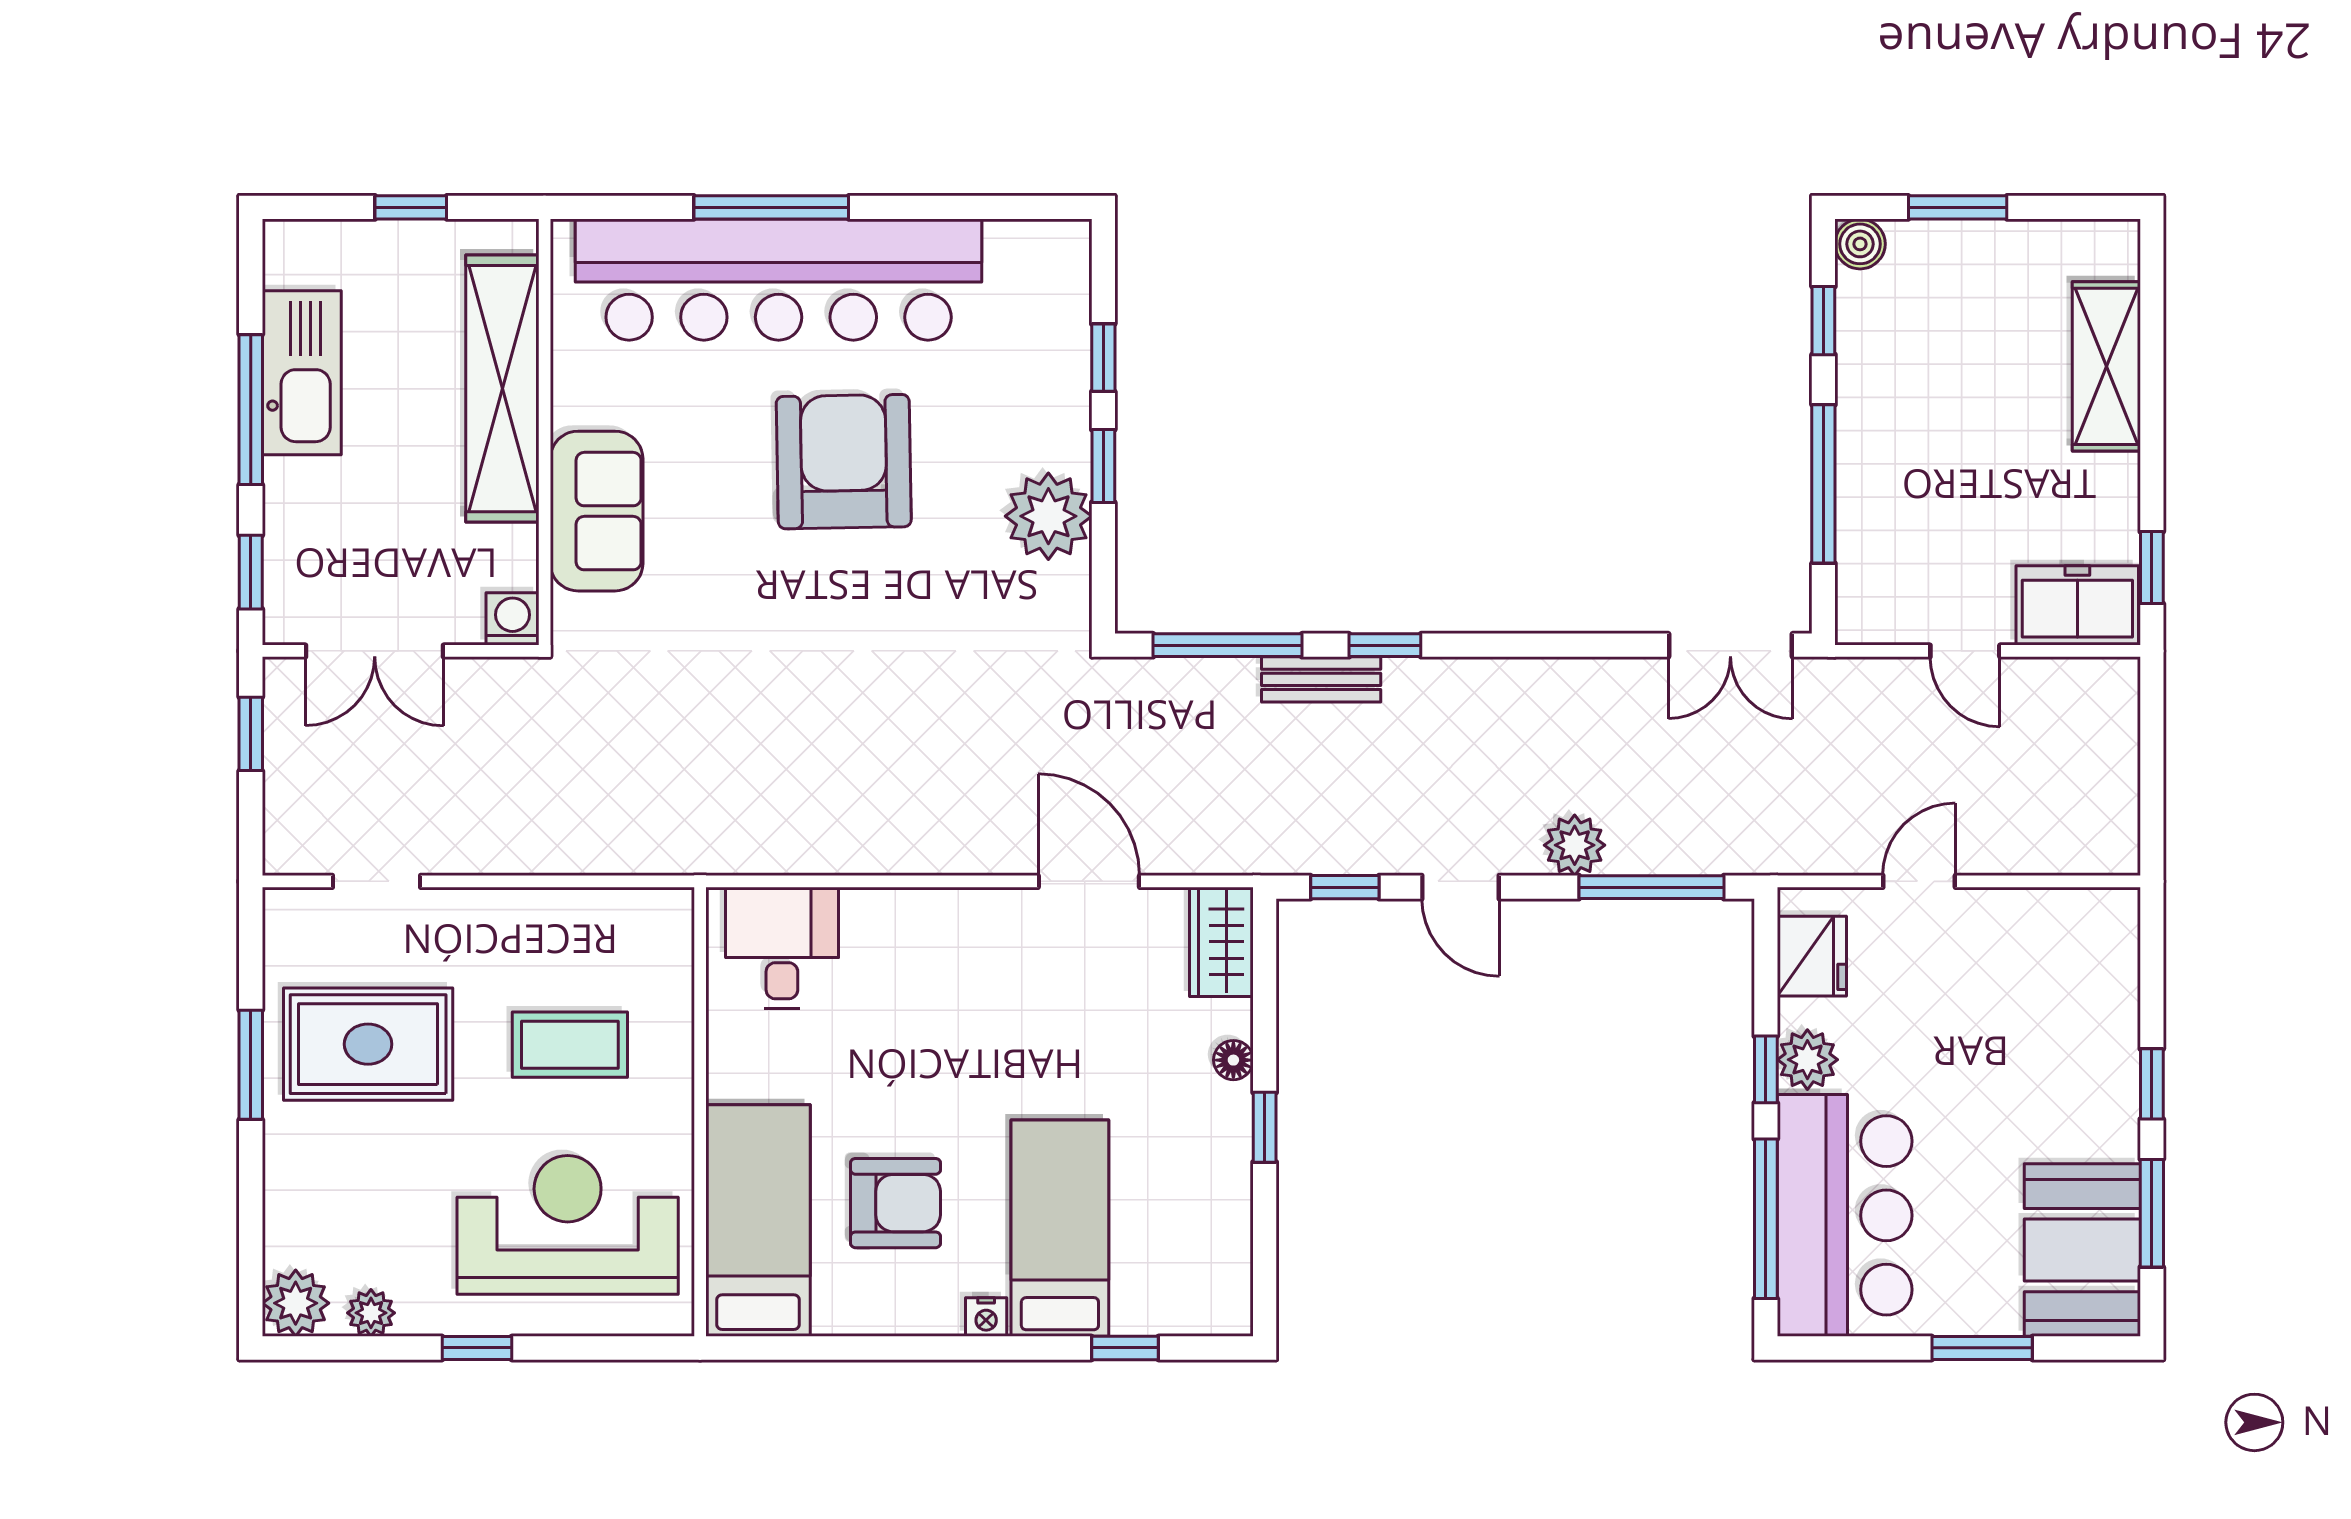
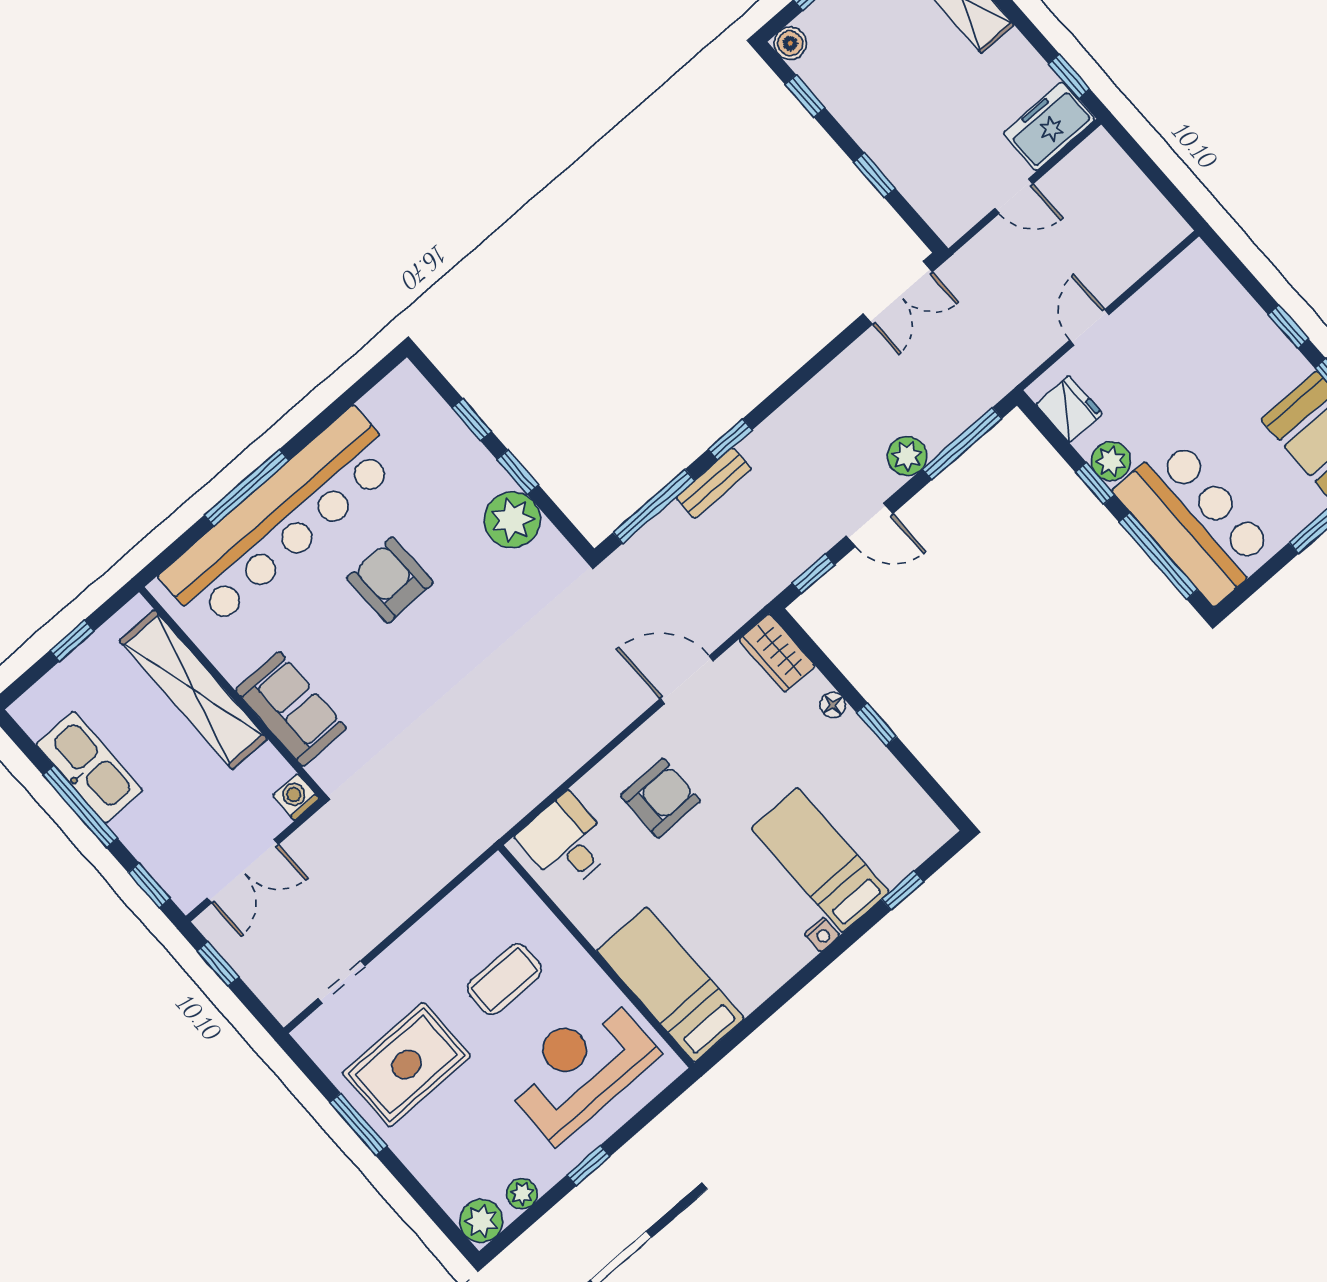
armchair: (844, 462) -> (390, 580), width x0.73, depth x0.73
window: (1823, 484) -> (874, 175), width x0.46
armchair: (896, 1203) -> (661, 798), moved

